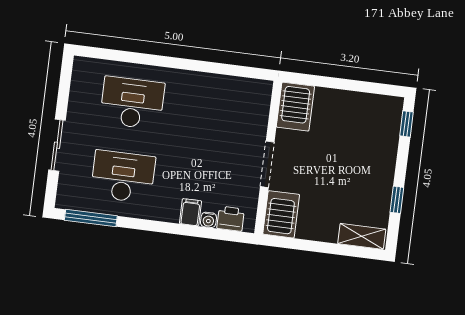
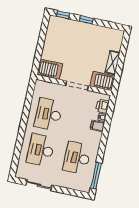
desk: (205, 112) -> (48, 114), added
sliding door: (57, 145) -> (39, 185), moved
window: (397, 200) -> (86, 20), moved
shelving: (362, 236) -> (113, 62), moved

